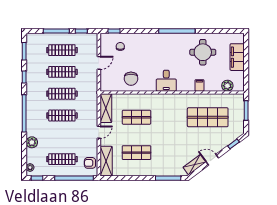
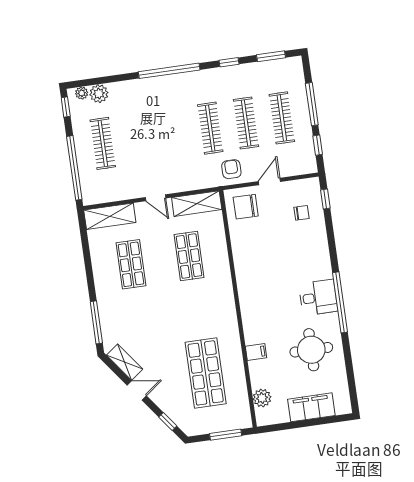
door: (99, 63) -> (269, 181), swing flipped
chair: (131, 79) -> (246, 207), moved
desk: (166, 81) -> (318, 297), moved, turned 180
clothes rail: (62, 116) -> (174, 133), removed
plant: (32, 142) -> (99, 94), moved
door: (212, 160) -> (137, 390), hinge flipped
armchair: (90, 163) -> (231, 169), moved

